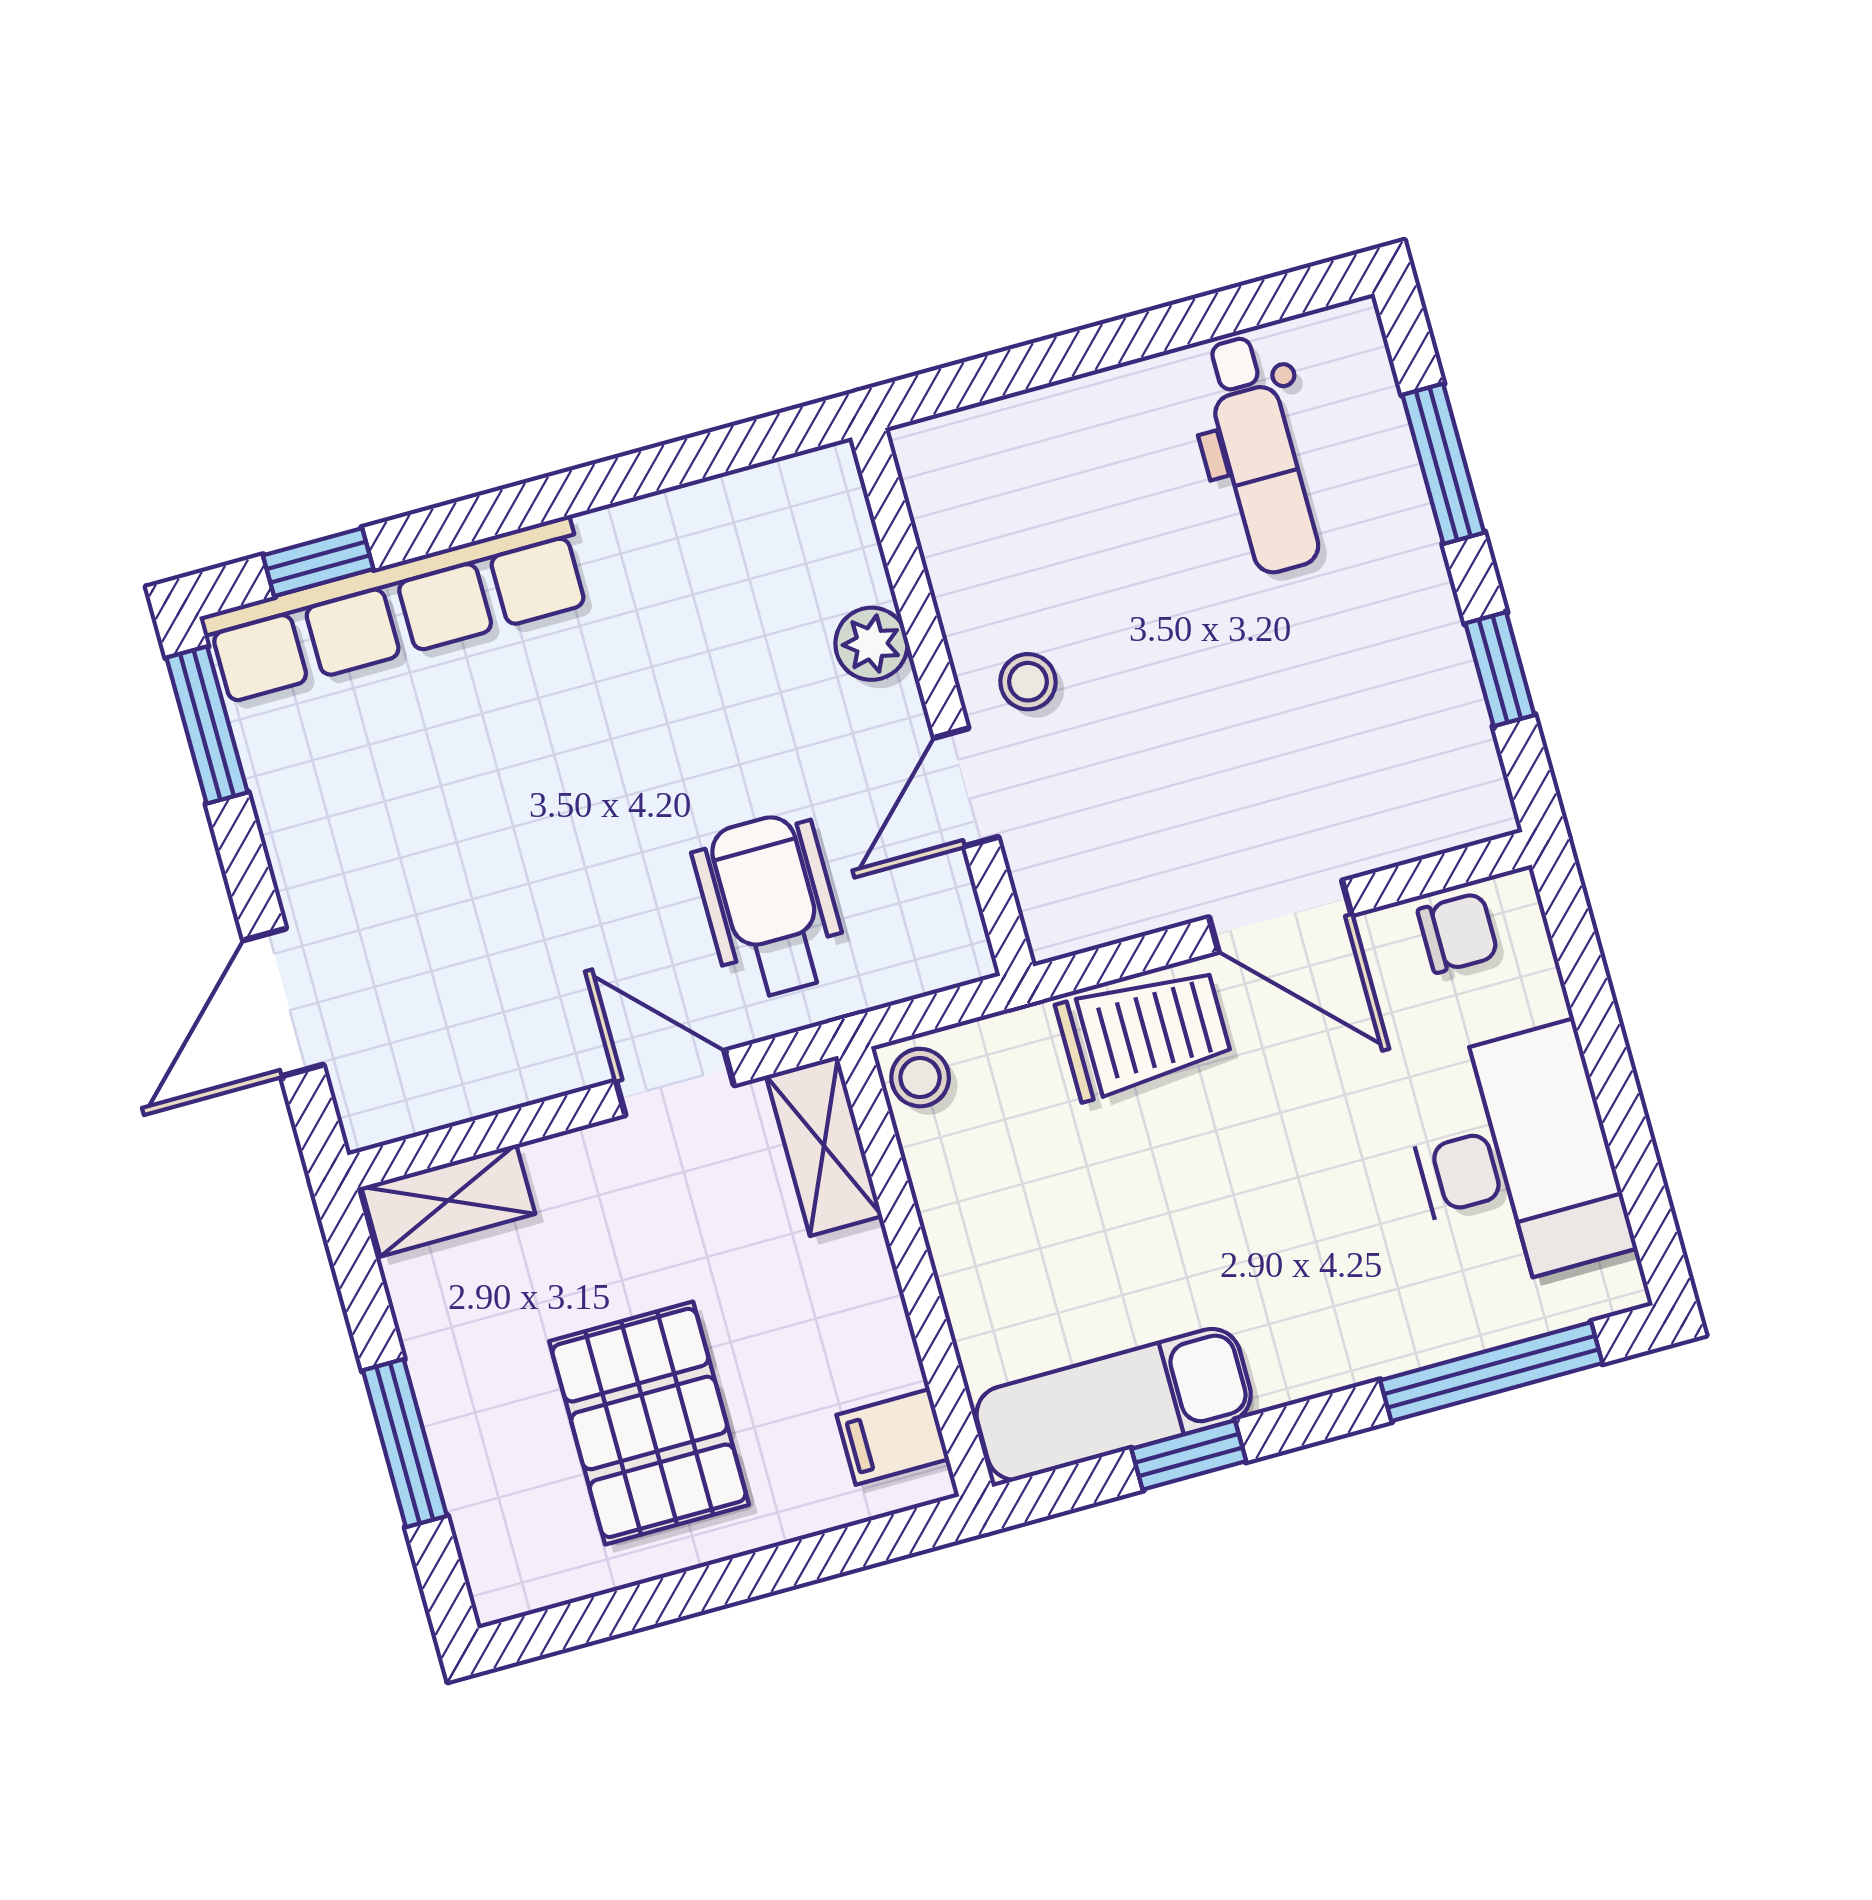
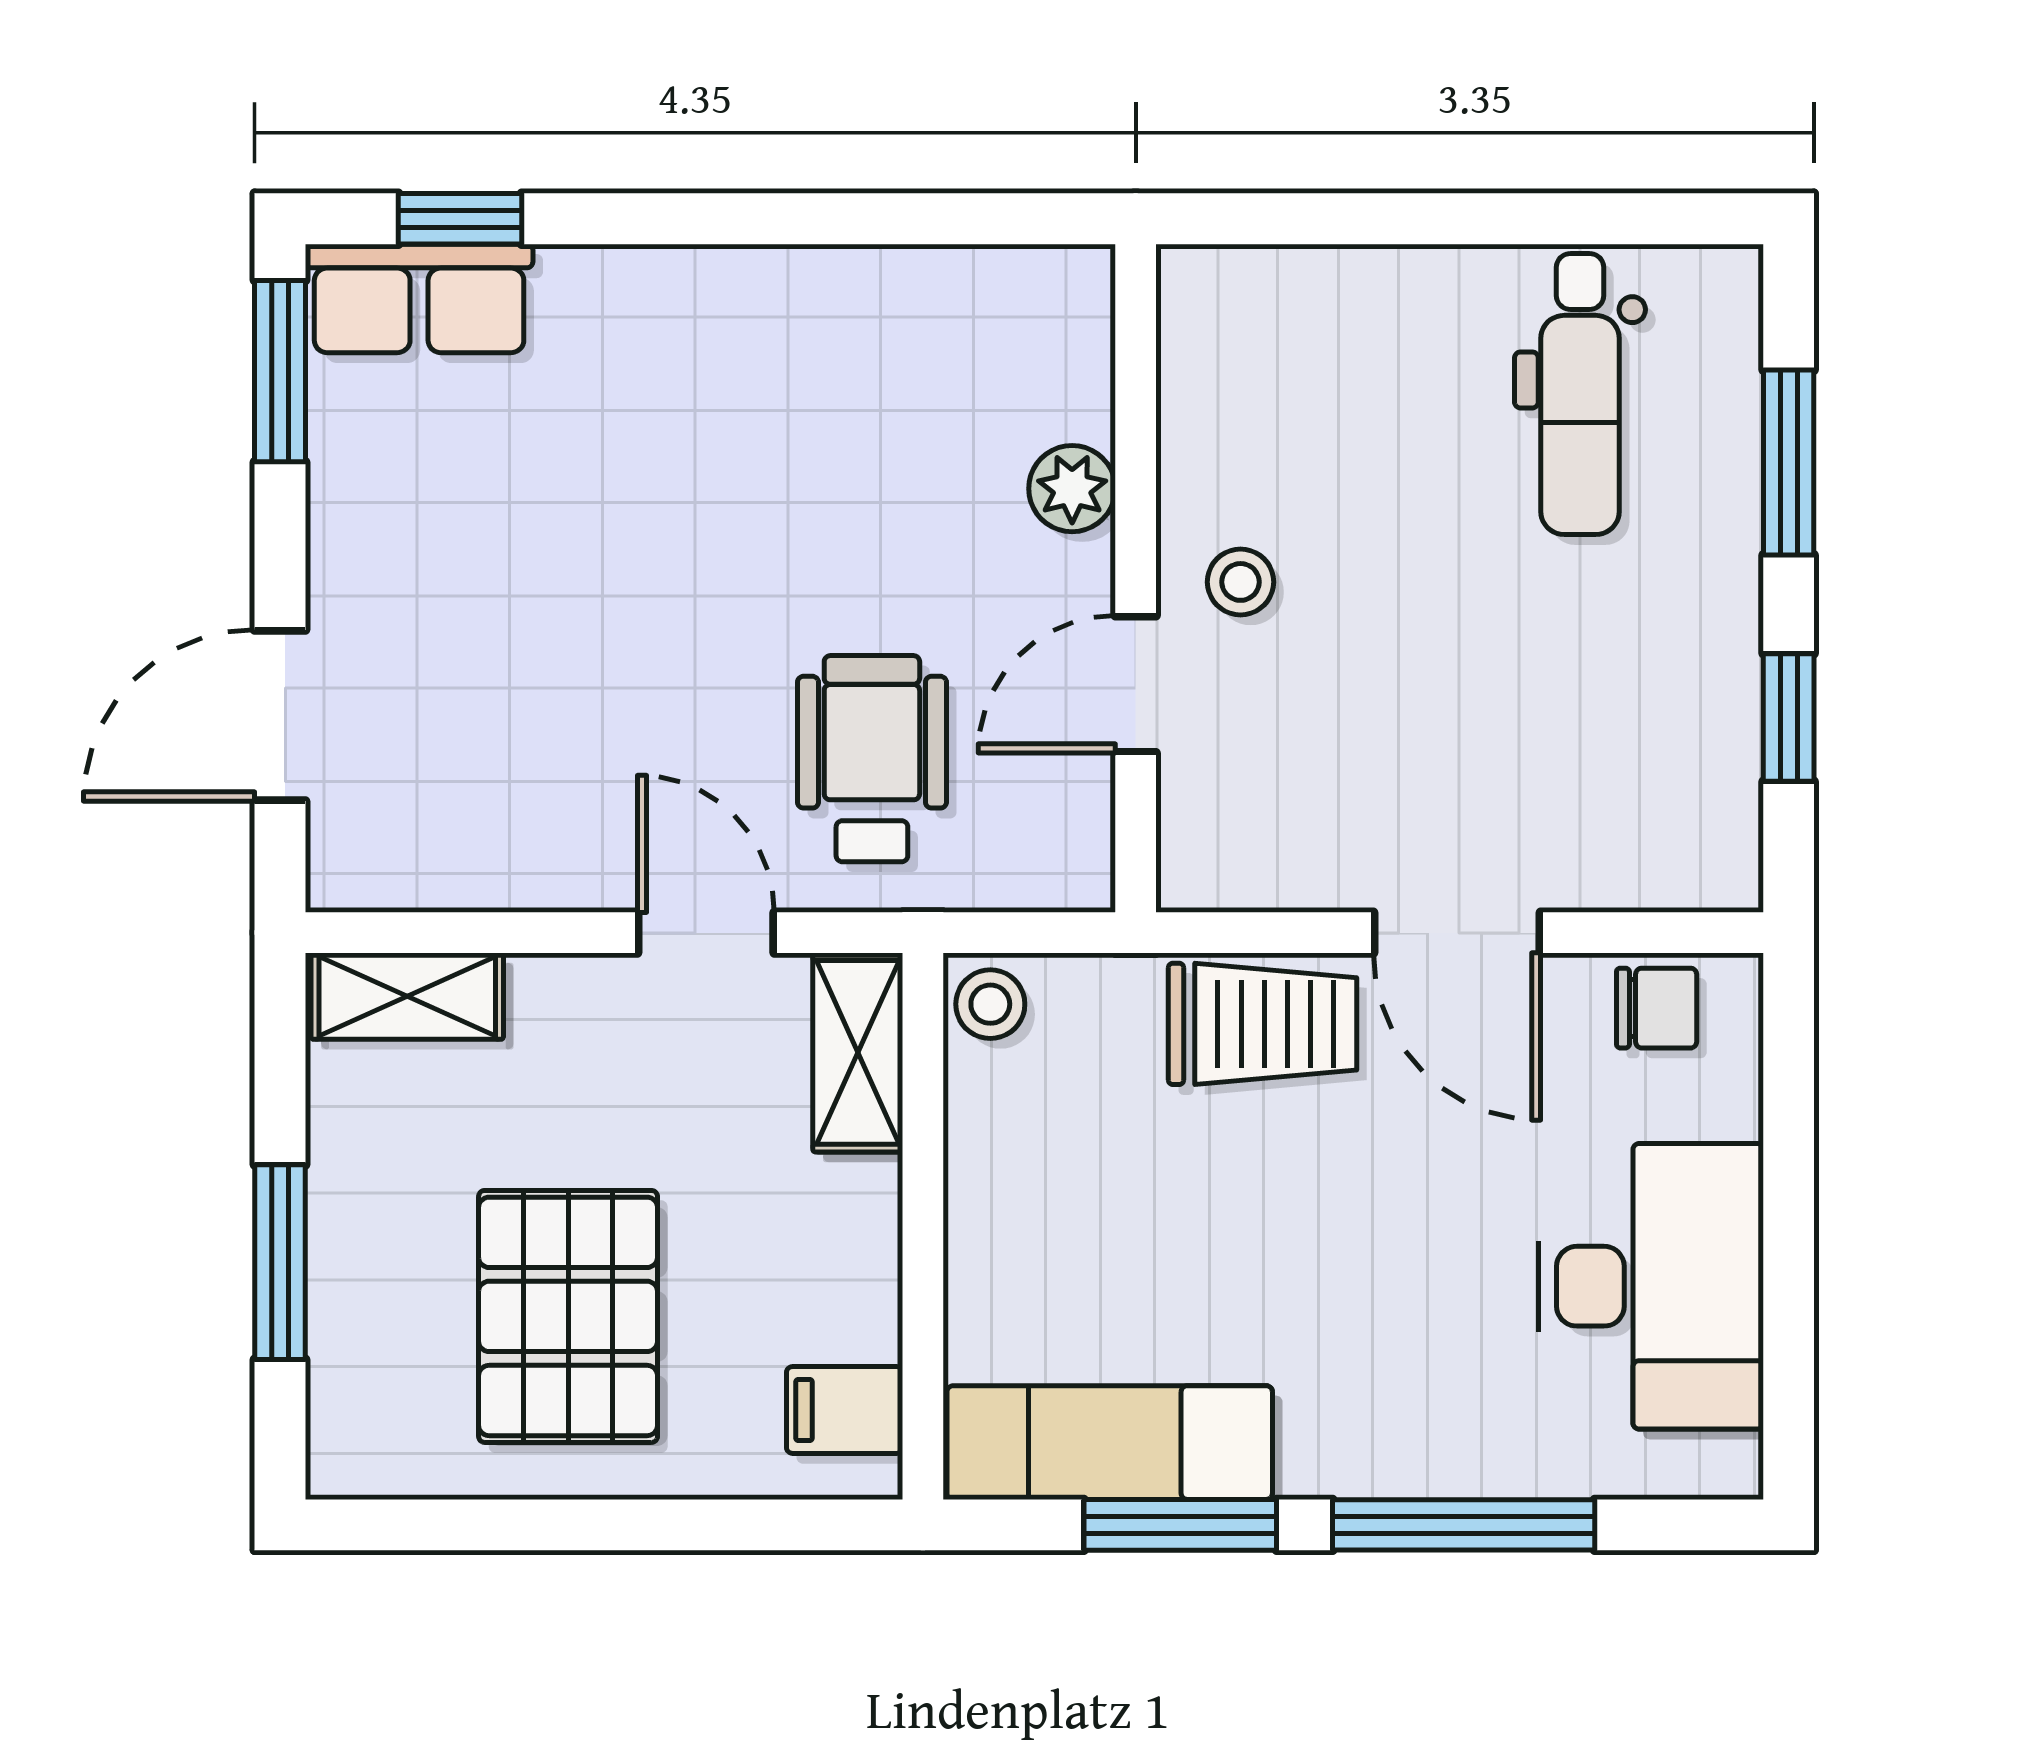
row of seats: (396, 610) -> (419, 298), width x0.50
window: (1491, 1372) -> (1464, 1525), moved
window: (1189, 1455) -> (1180, 1525), width x1.50

